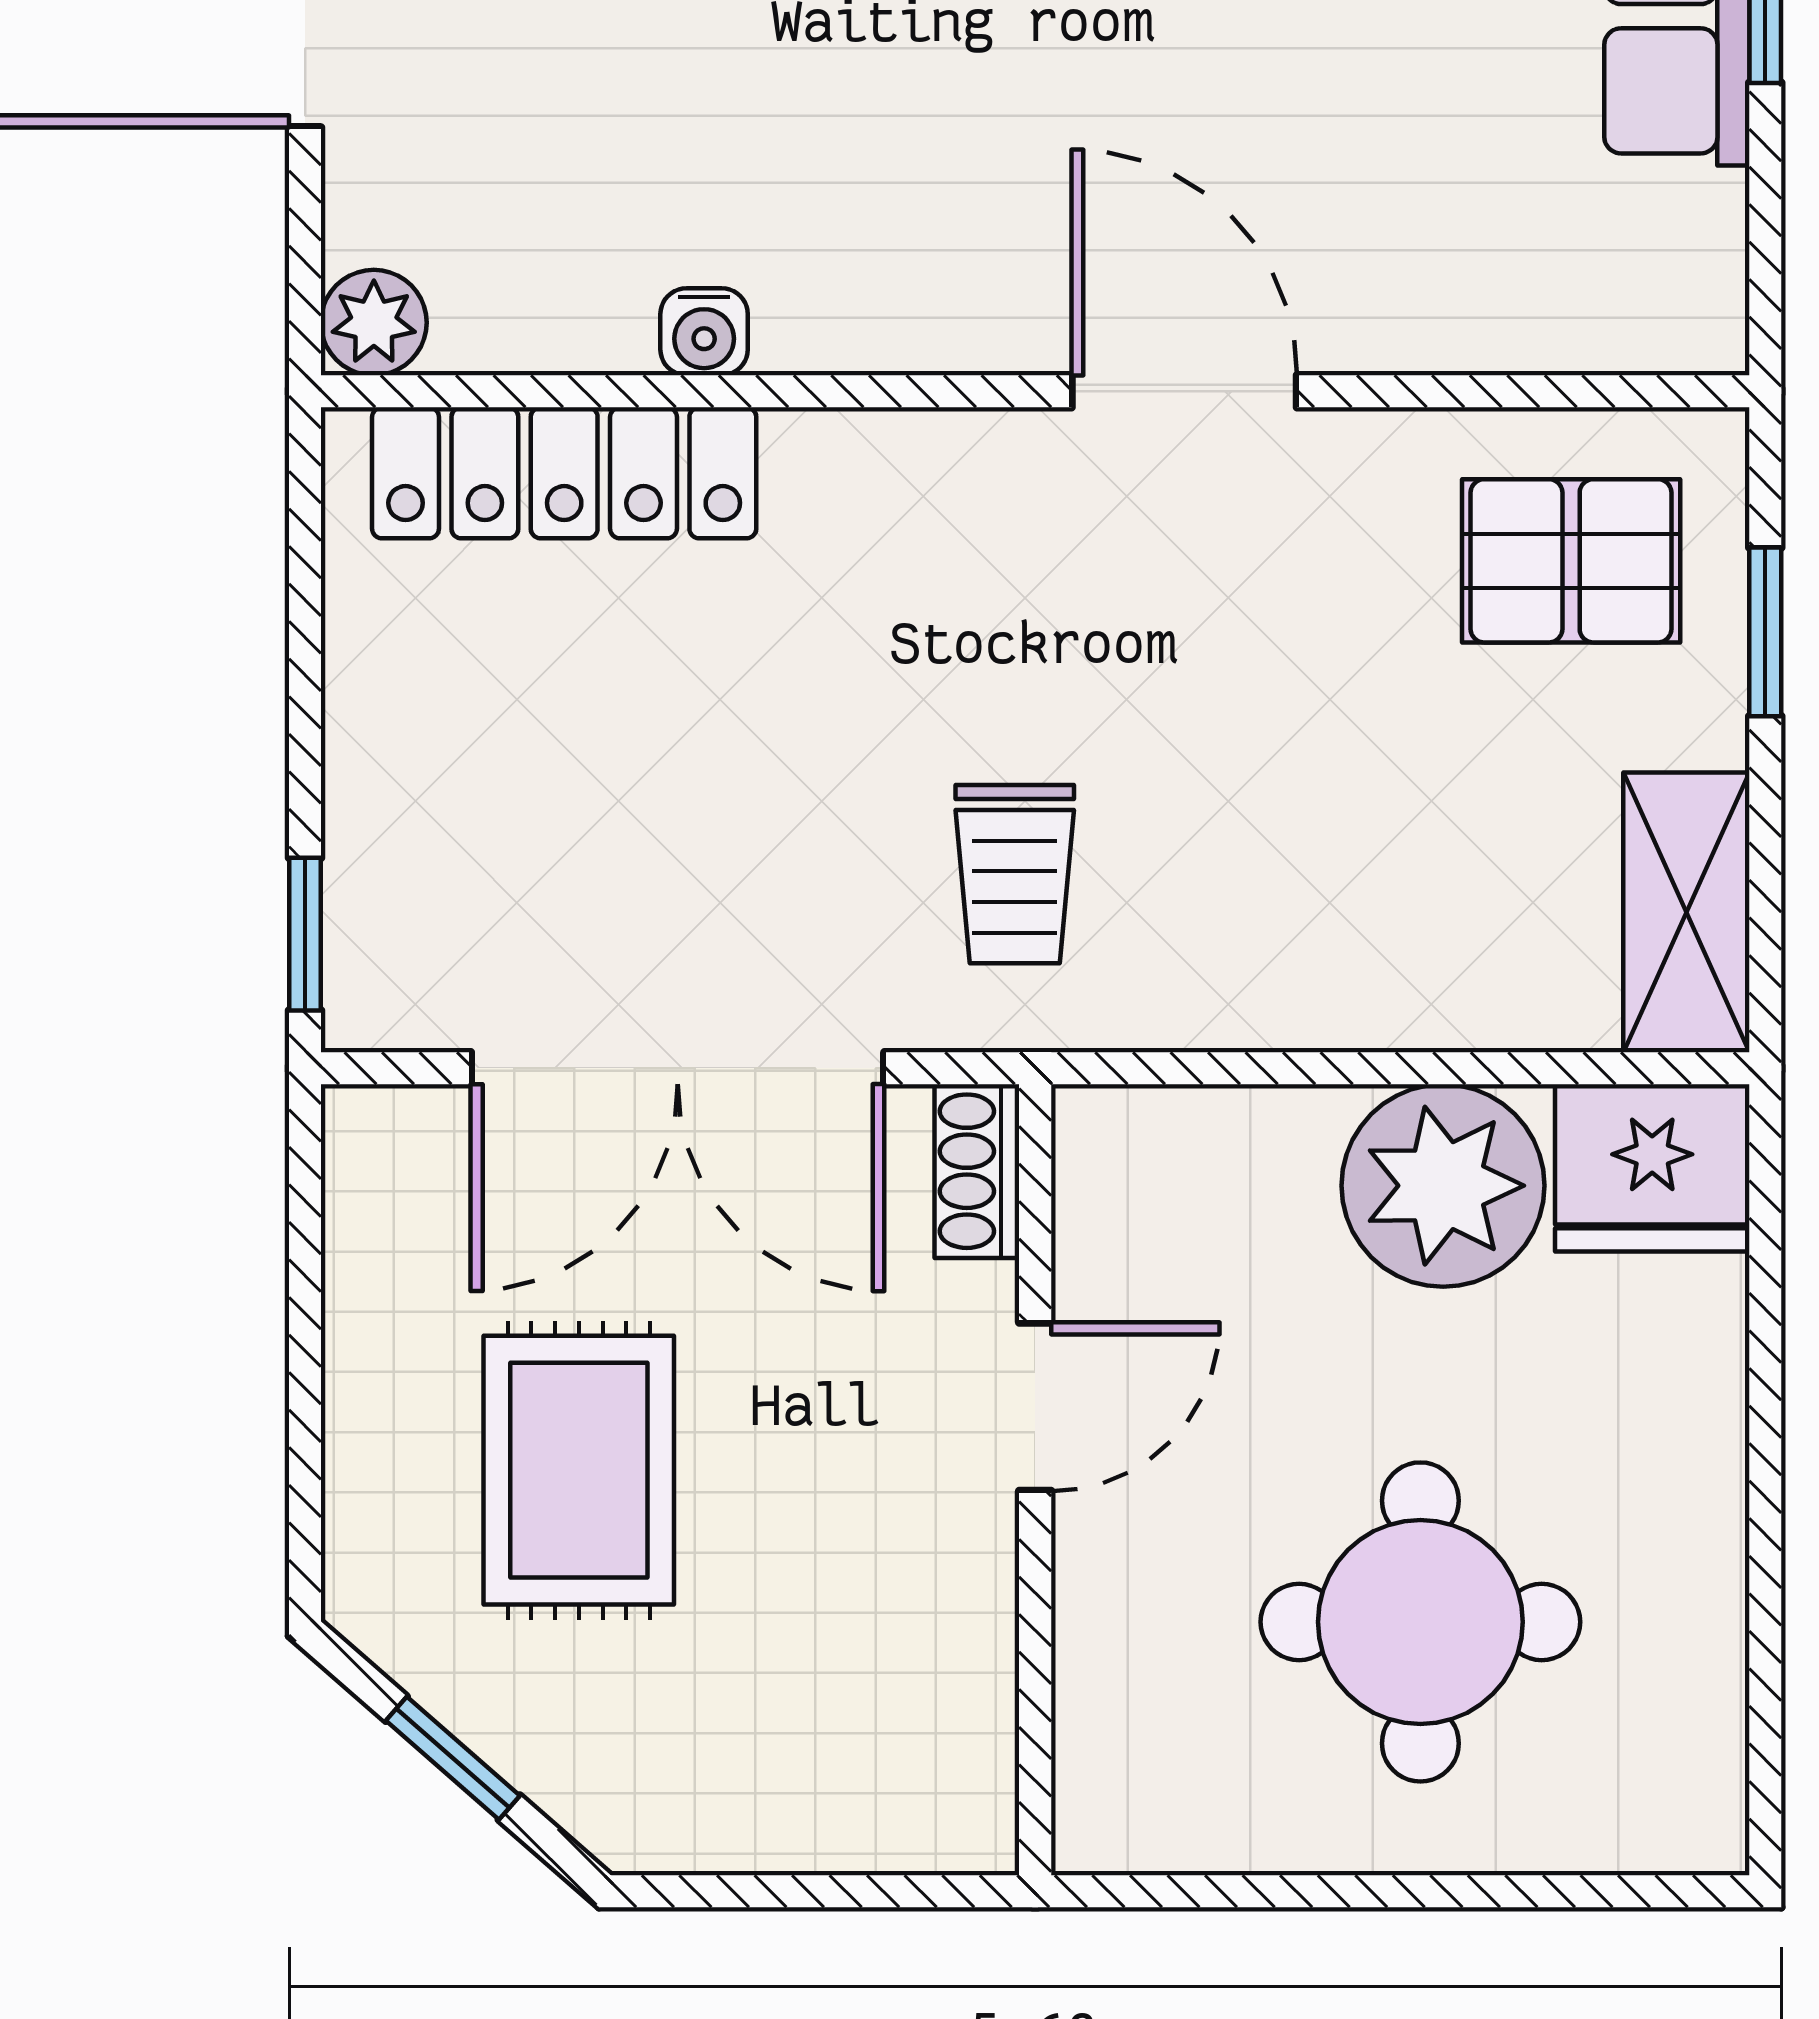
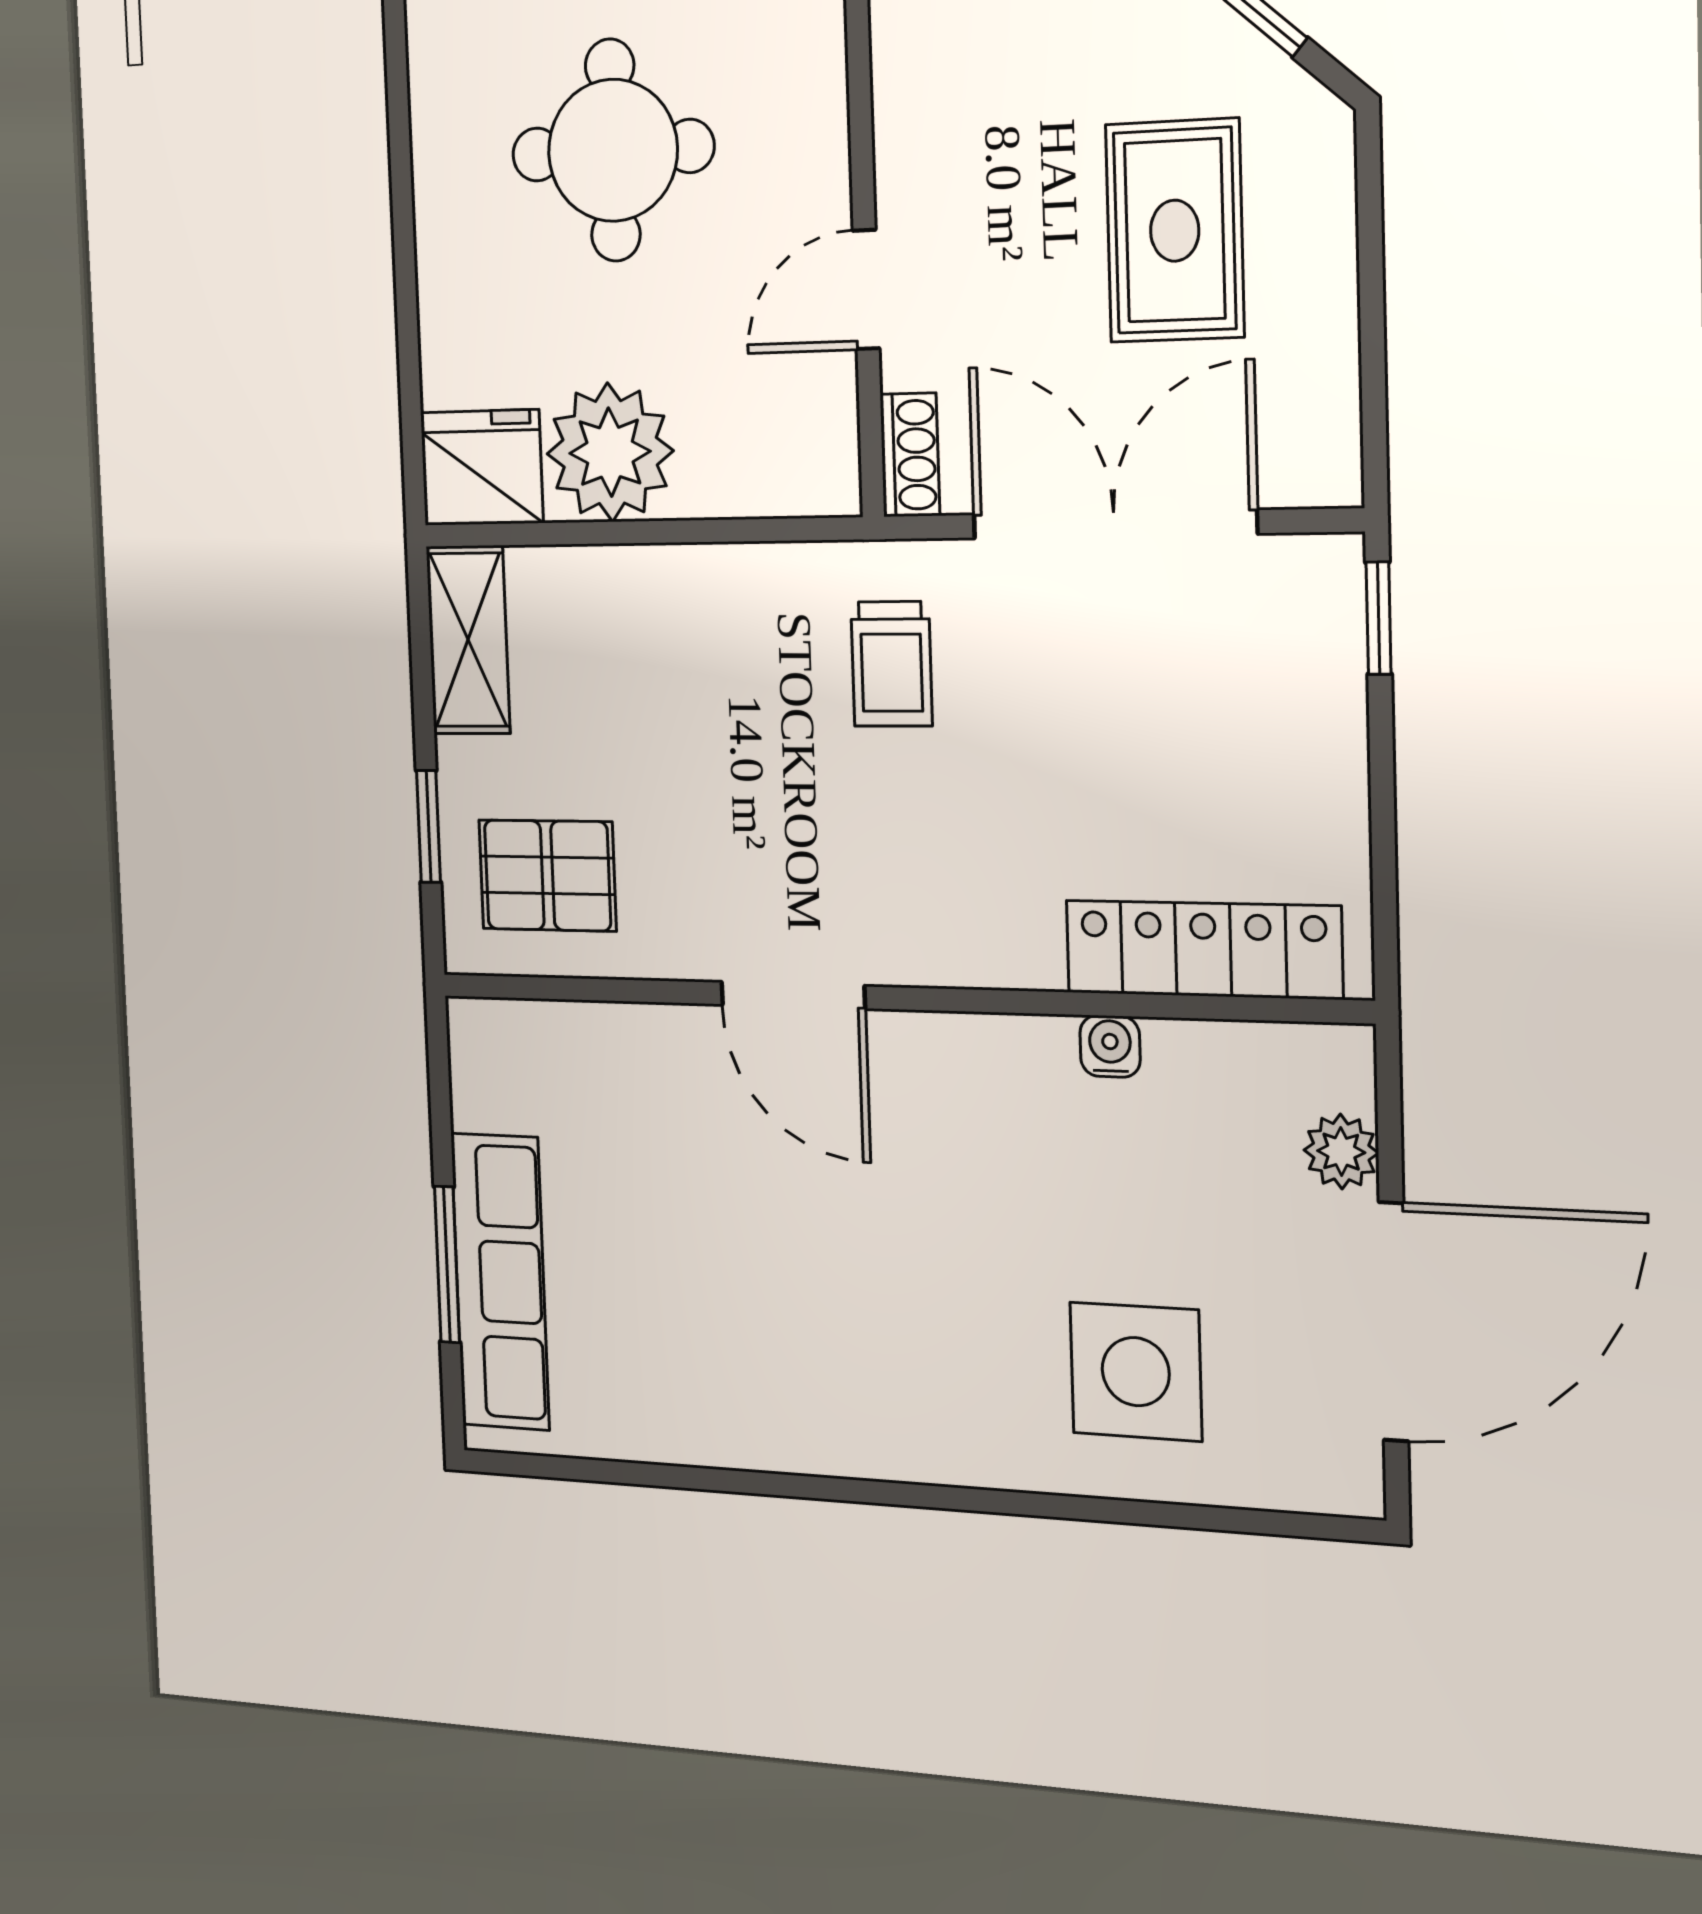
plant: (374, 323) -> (1341, 1152), moved
trolley: (1015, 874) -> (892, 664), turned 180

